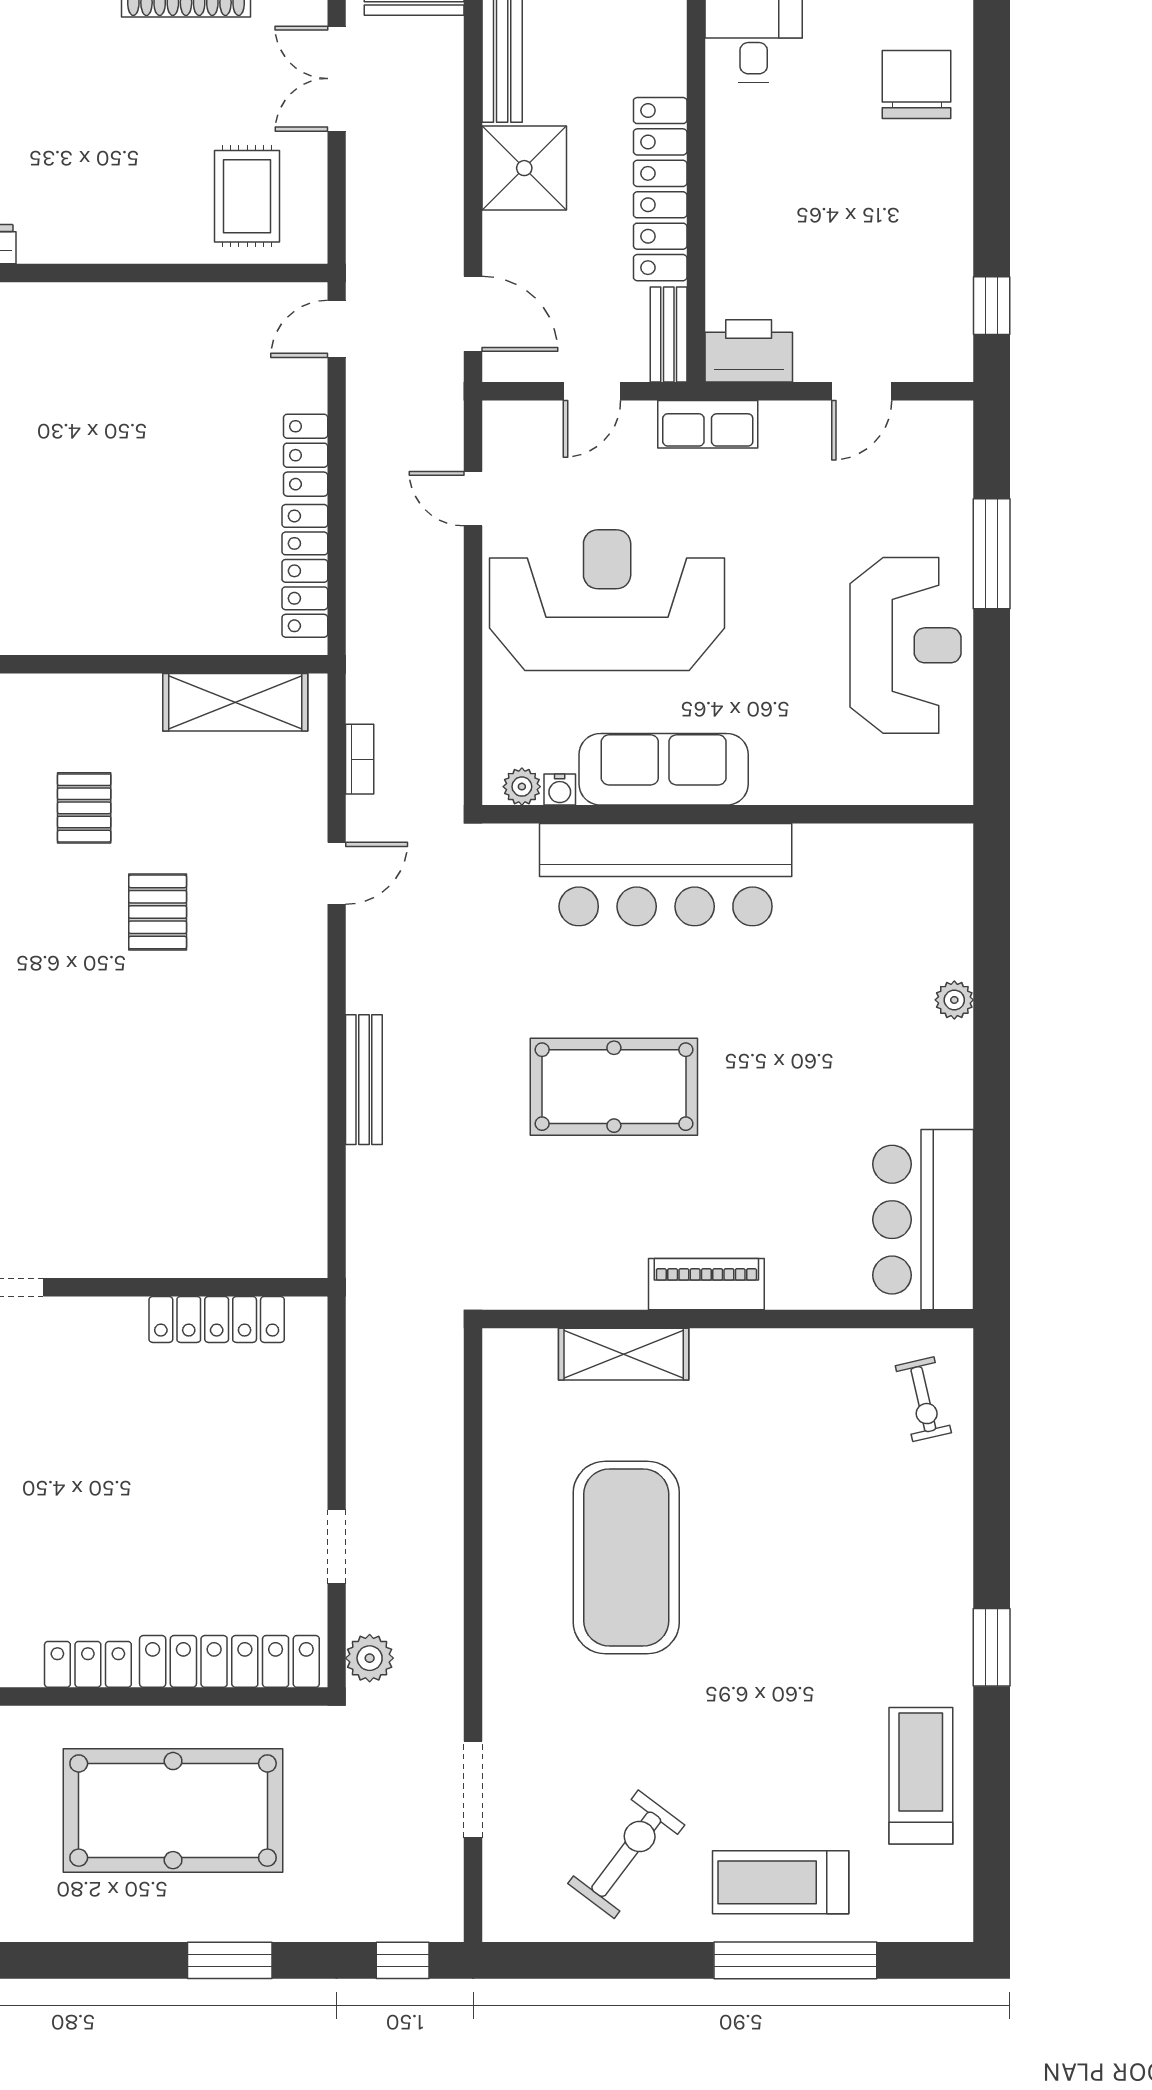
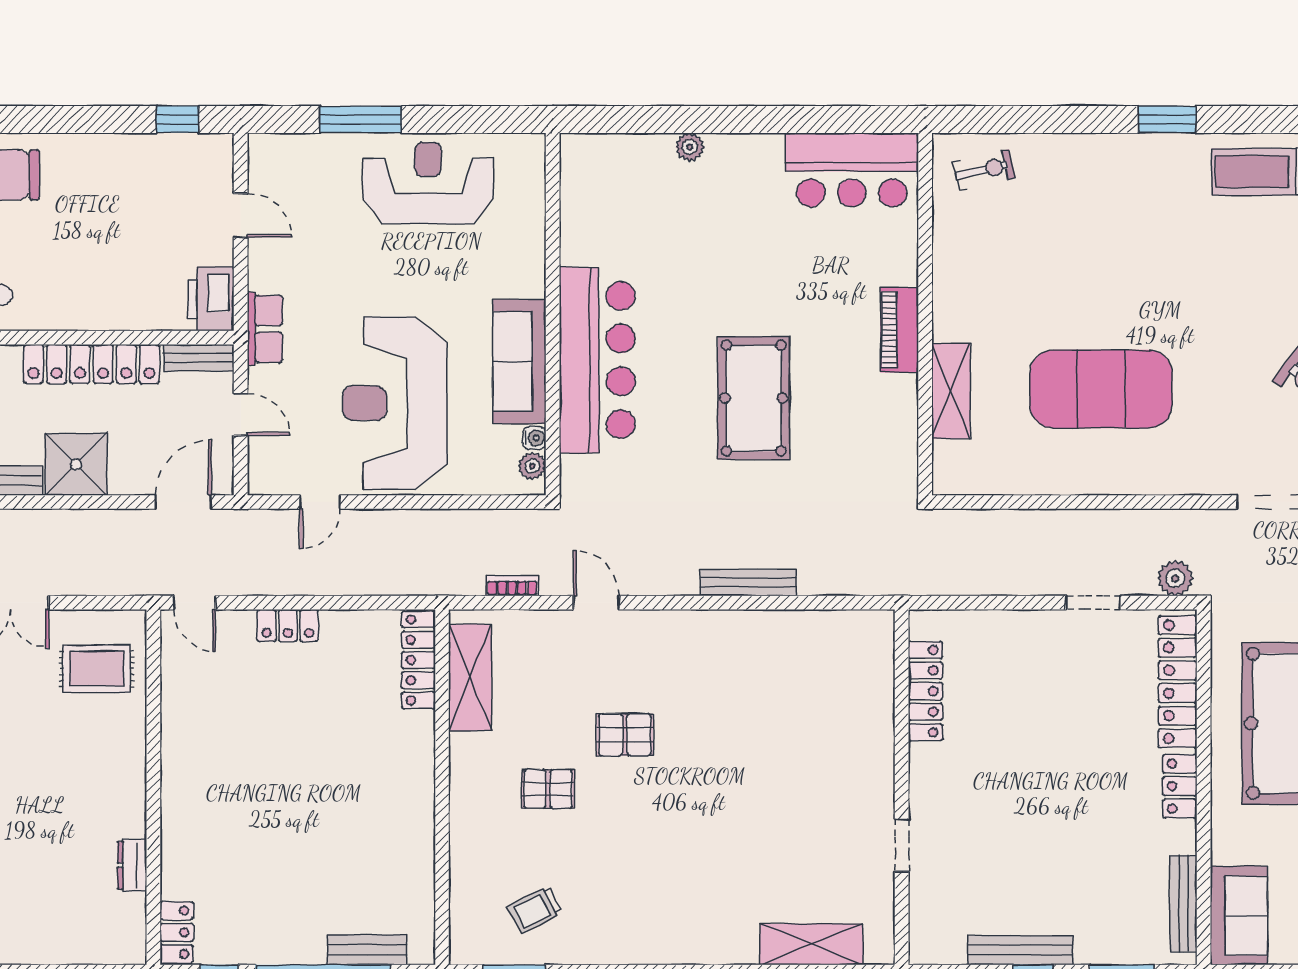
locker: (305, 571) -> (419, 660), moved, turned 90

